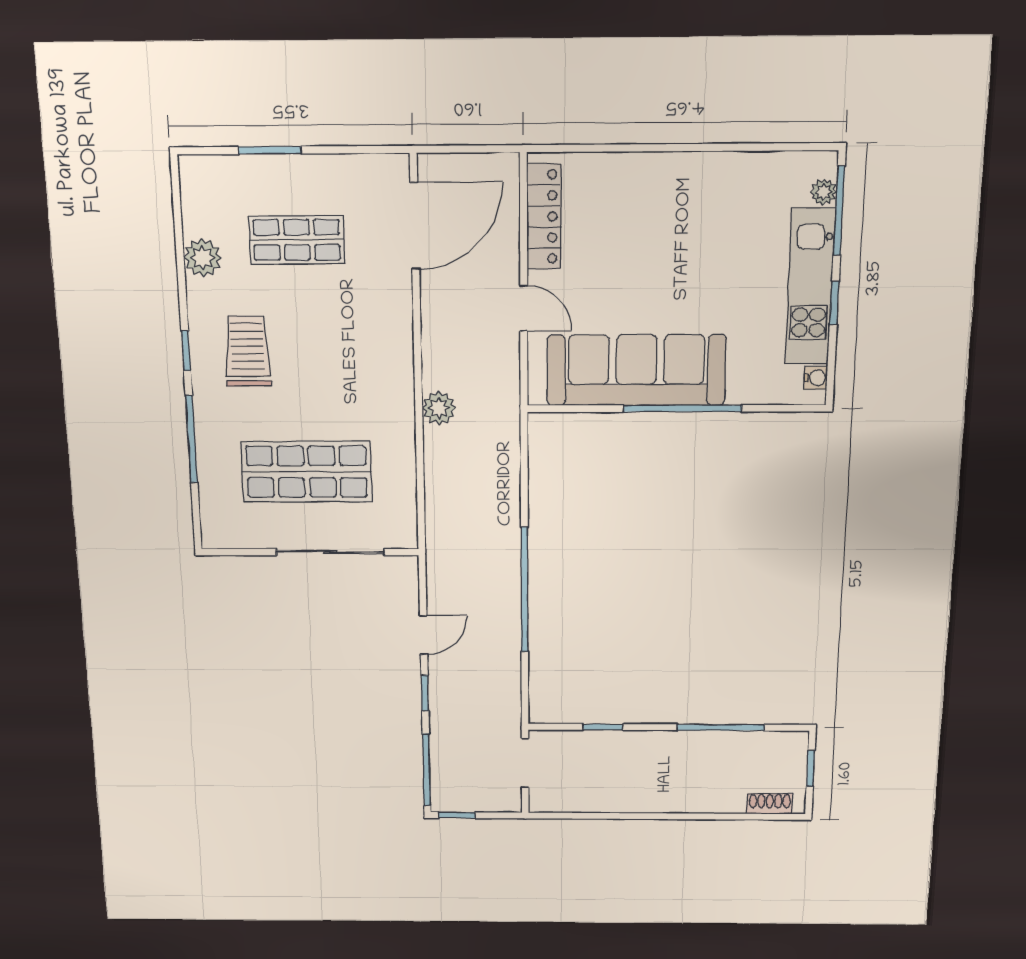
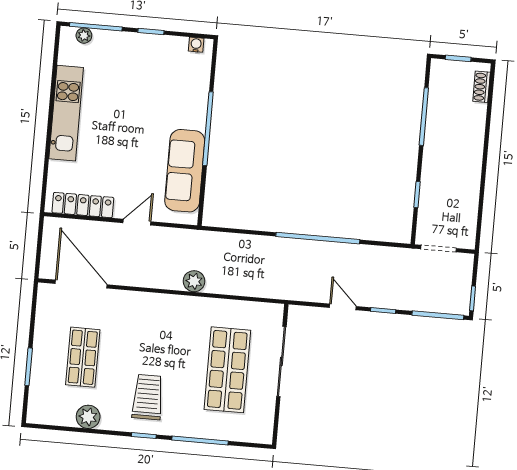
kitchen unit: (810, 287) -> (66, 113), moved, turned -90
trolley: (248, 351) -> (148, 397), turned 90
sofa: (636, 370) -> (185, 171), width x0.74, depth x0.79

